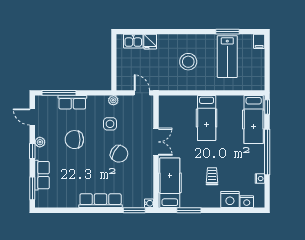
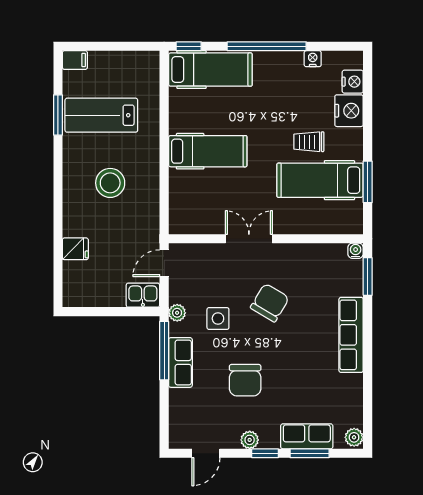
kitchen sink: (133, 41) -> (143, 295), moved, turned -90
lab bench: (227, 57) -> (101, 115), turned 180
window: (59, 93) -> (164, 351), moved
row of seats: (72, 102) -> (180, 362), moved
hospital bed: (170, 183) -> (320, 180), moved
window: (32, 188) -> (310, 453), moved
plant: (41, 202) -> (354, 437), added

